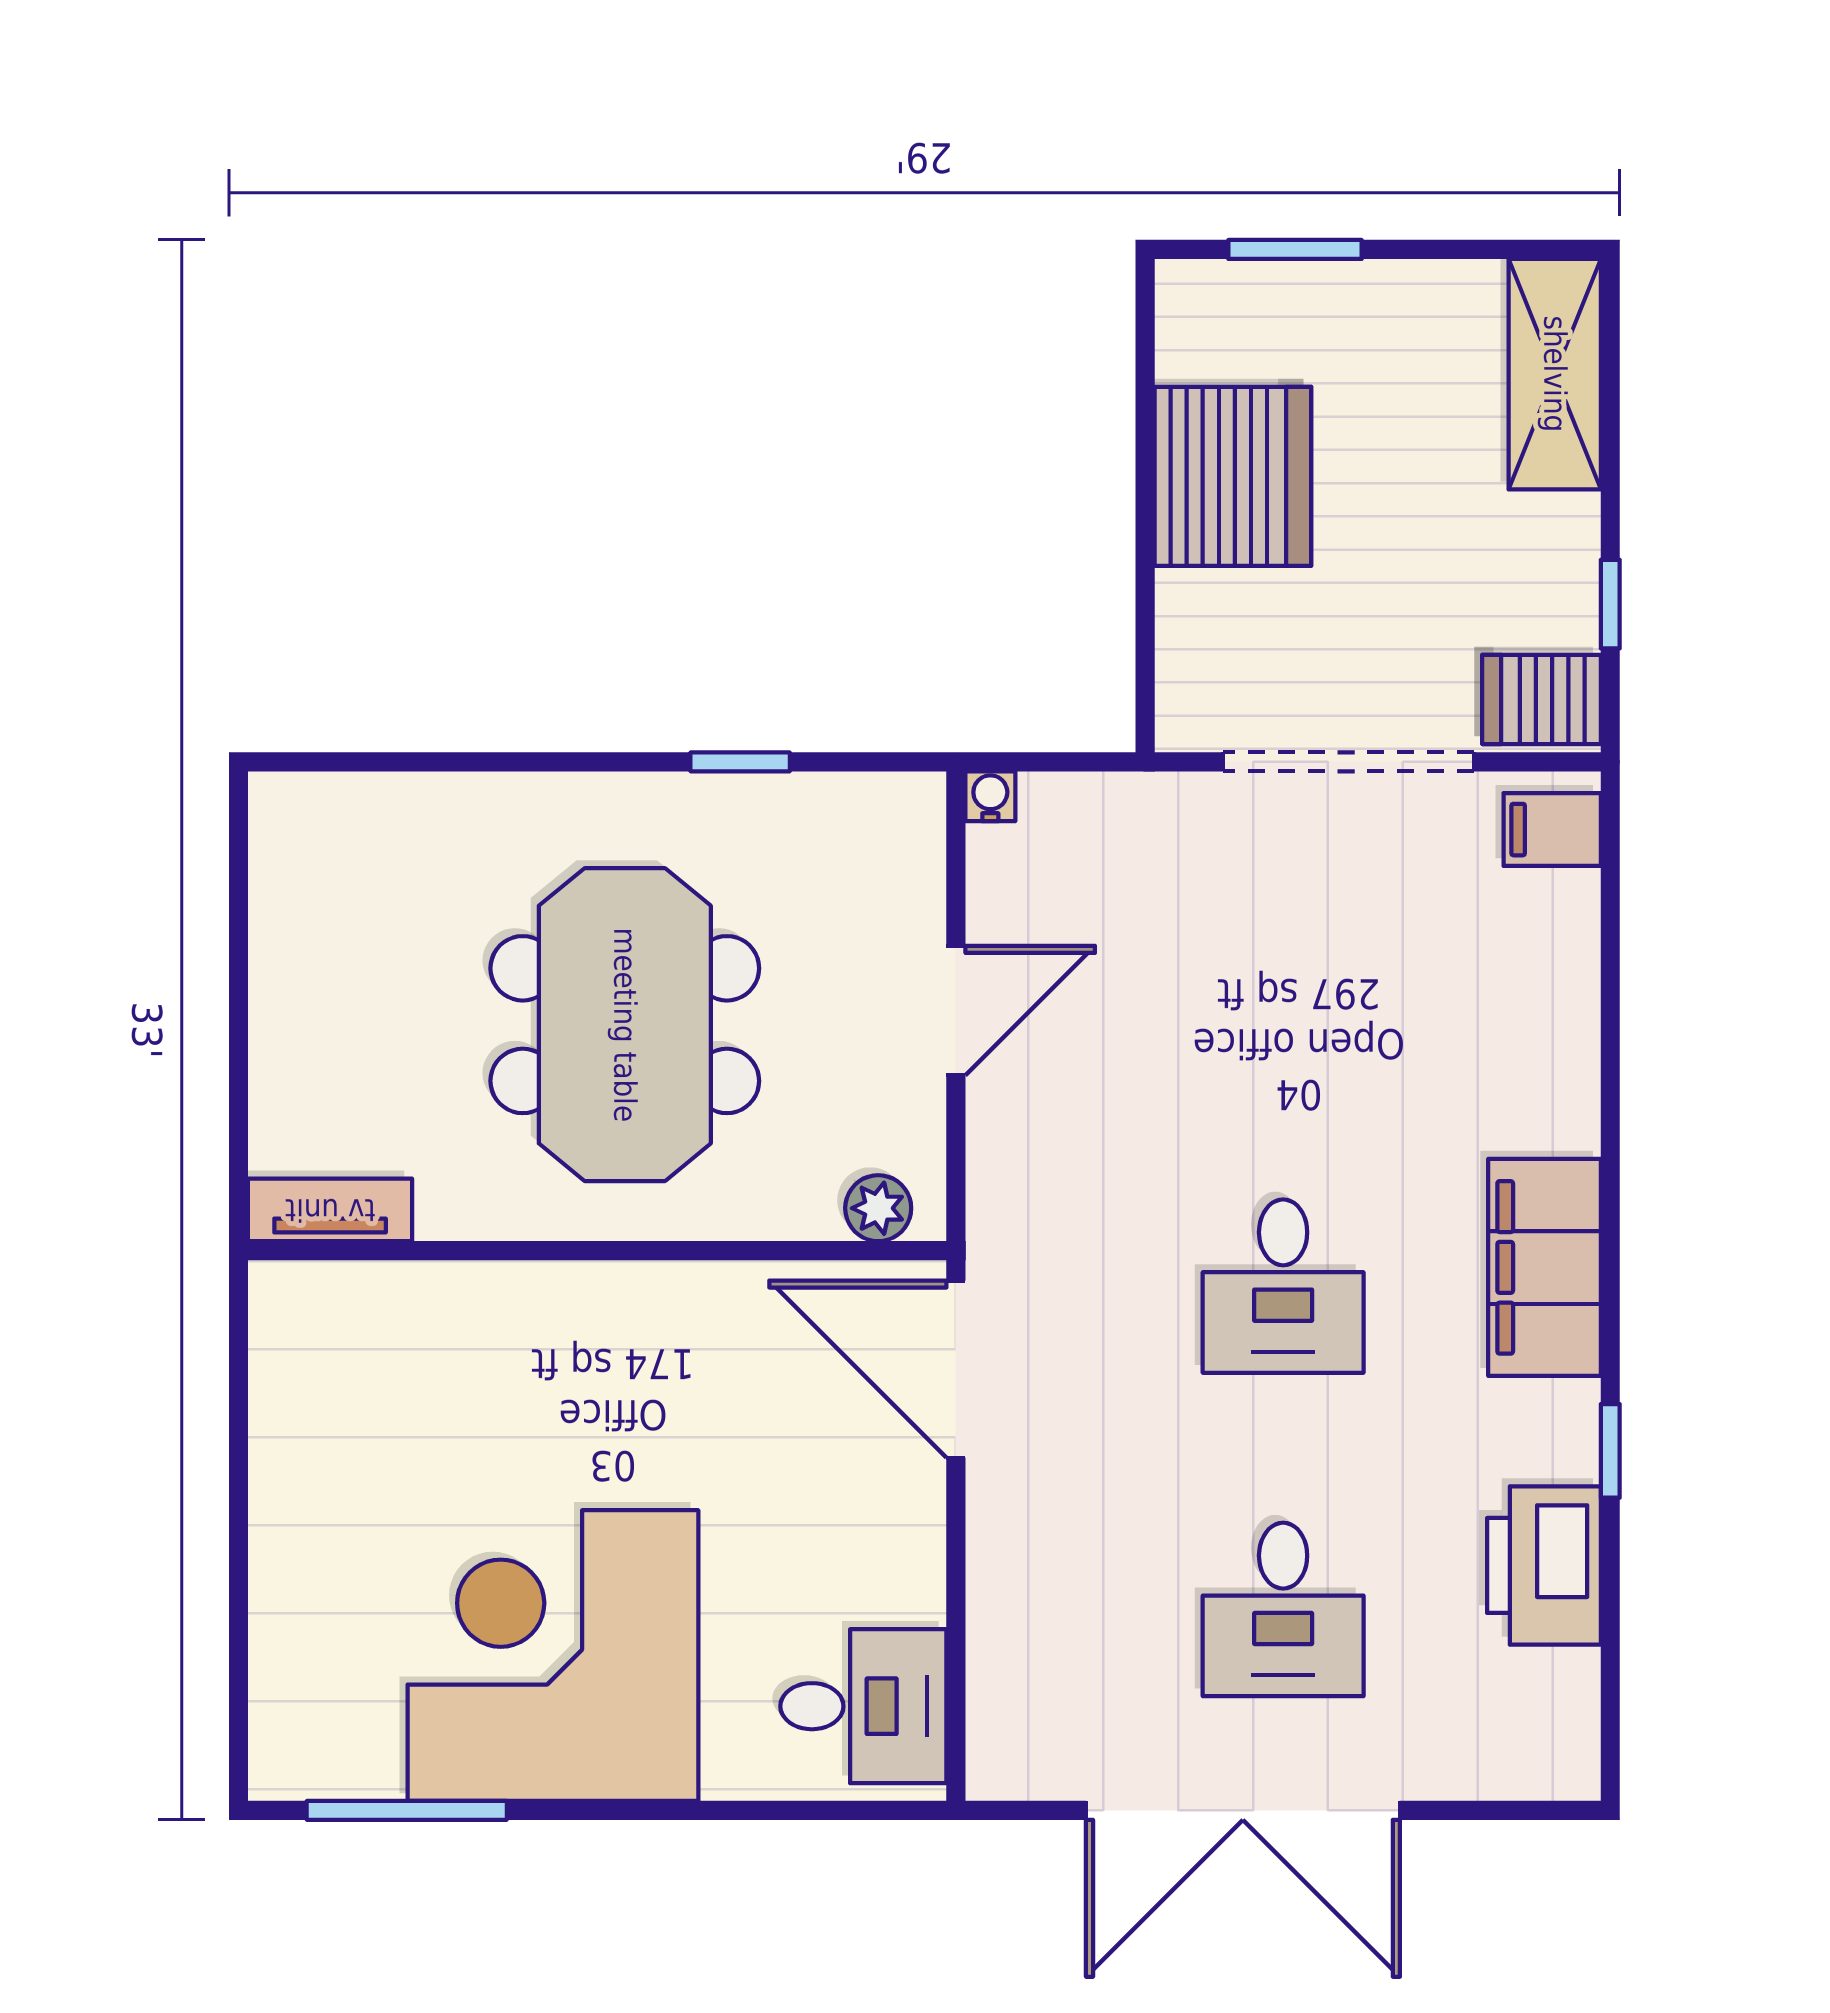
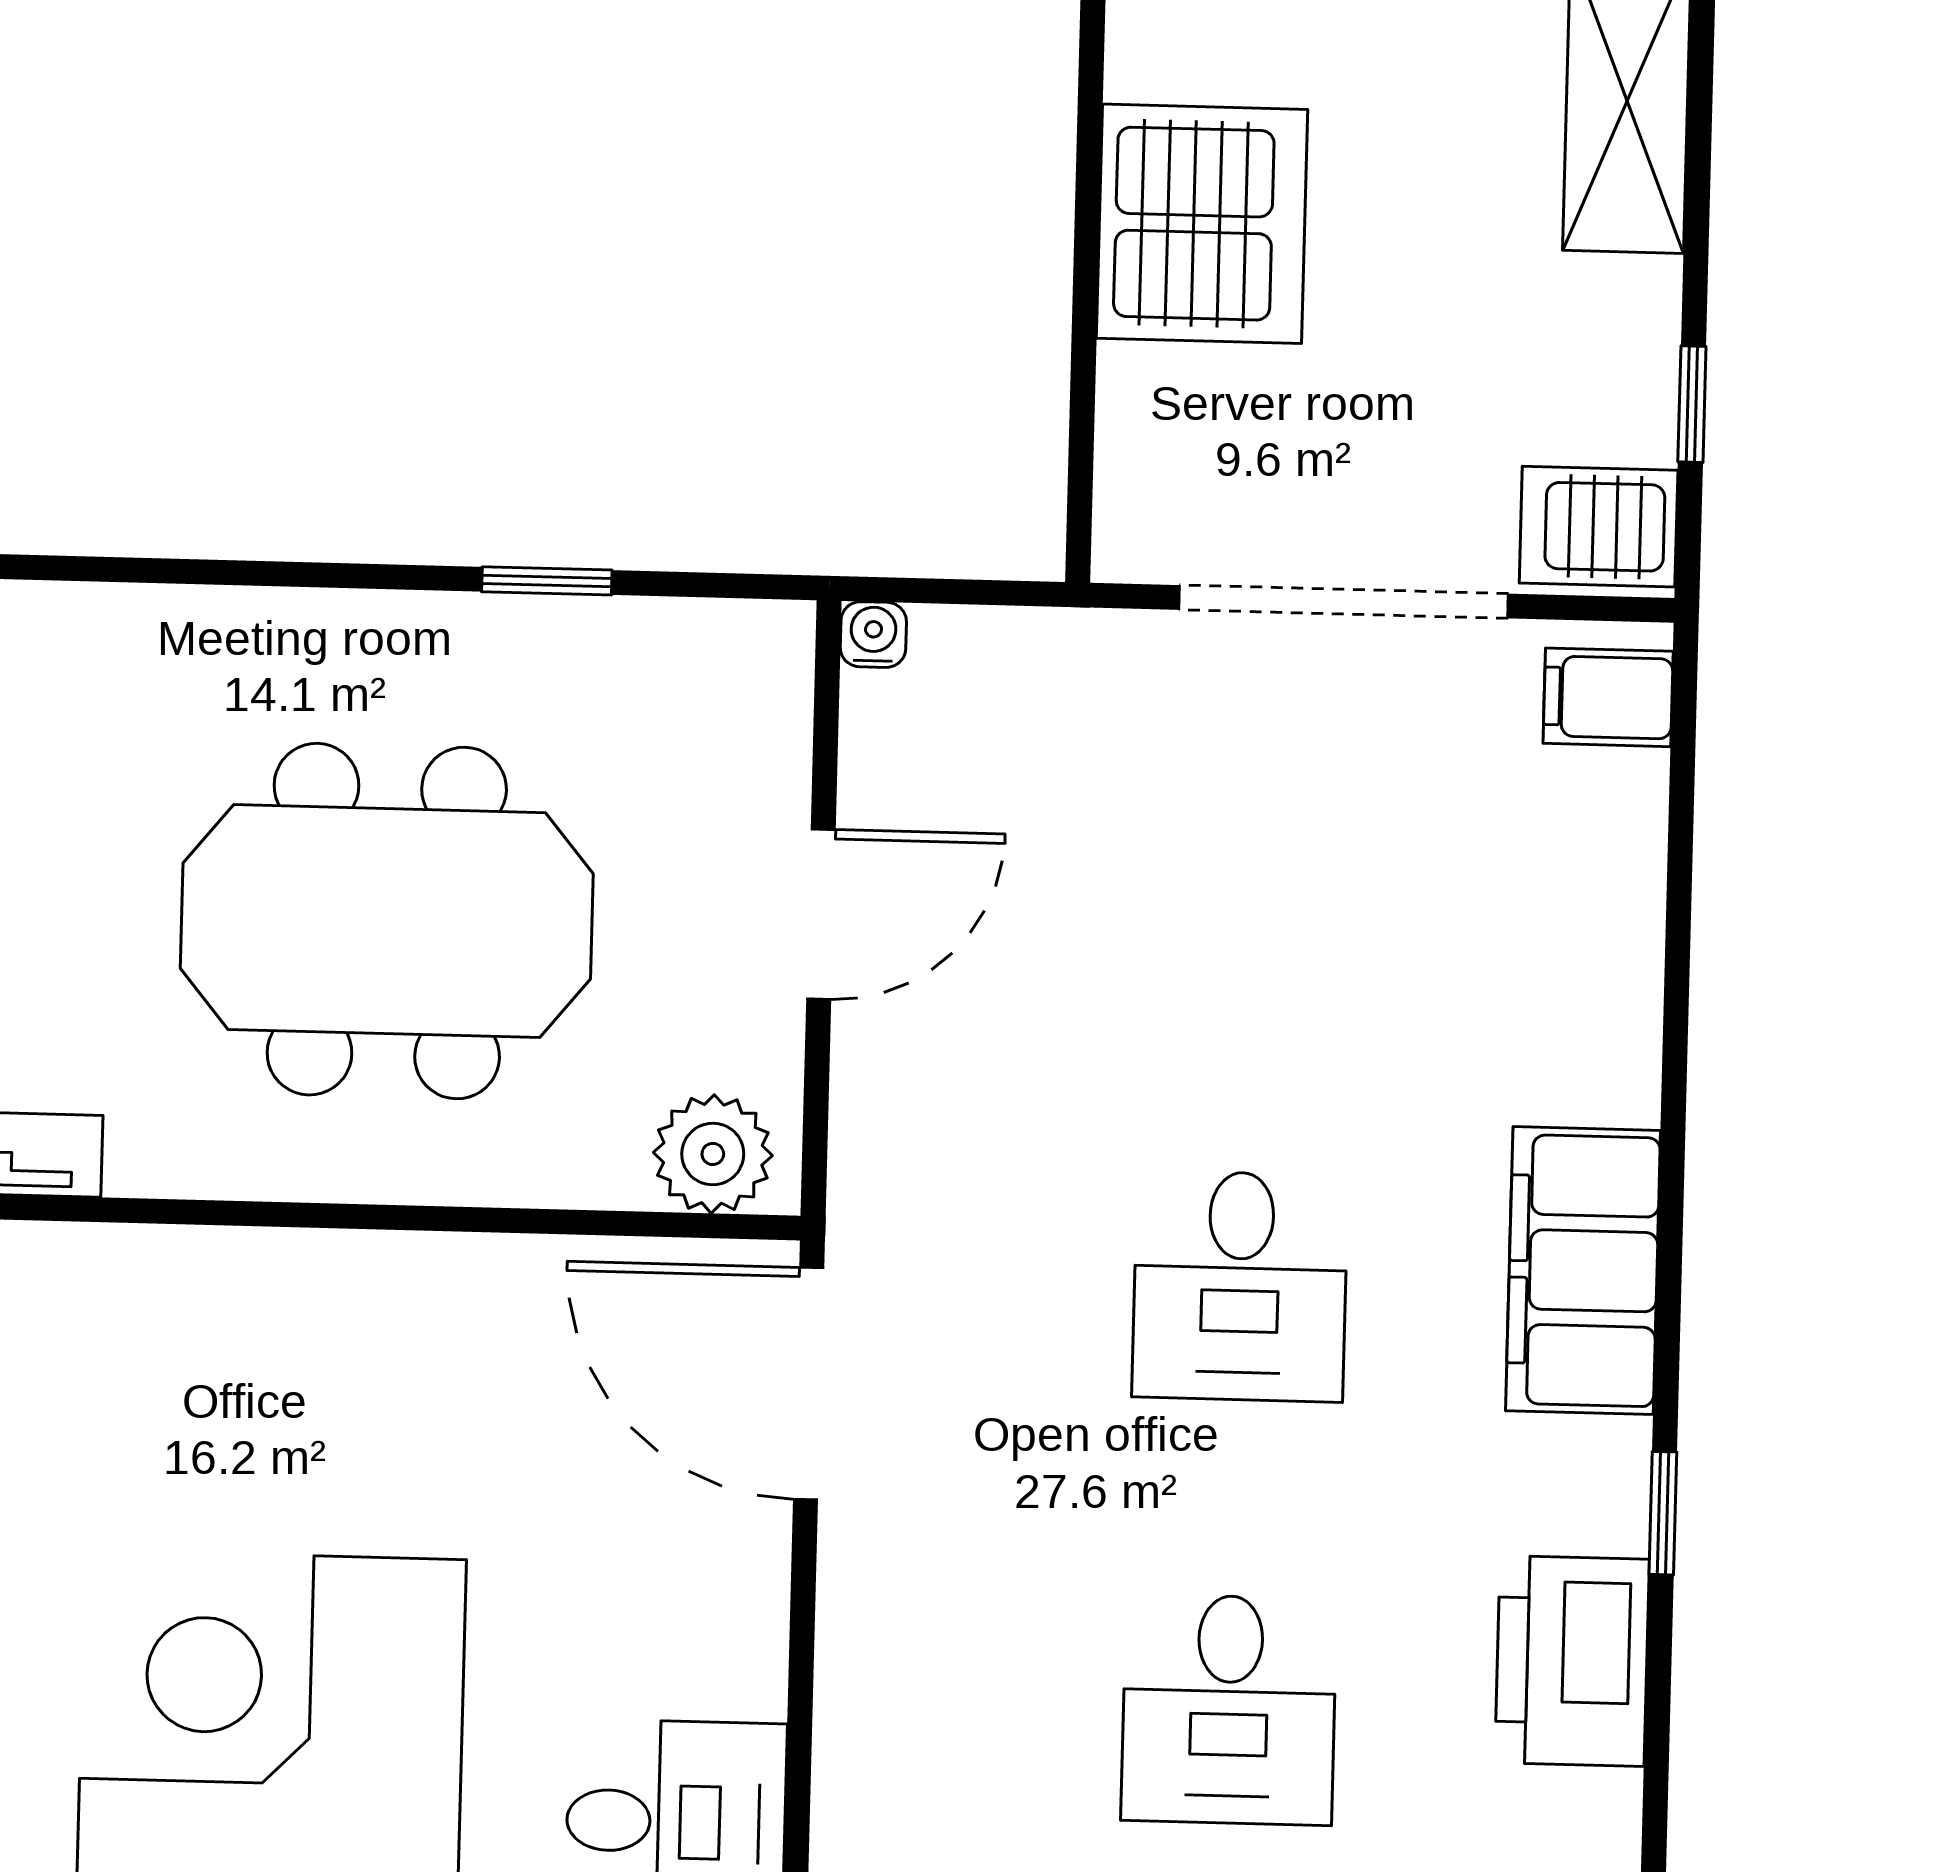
meeting table: (625, 1025) -> (387, 921), turned 90
plant: (878, 1208) -> (713, 1154), width x1.38, depth x1.38

